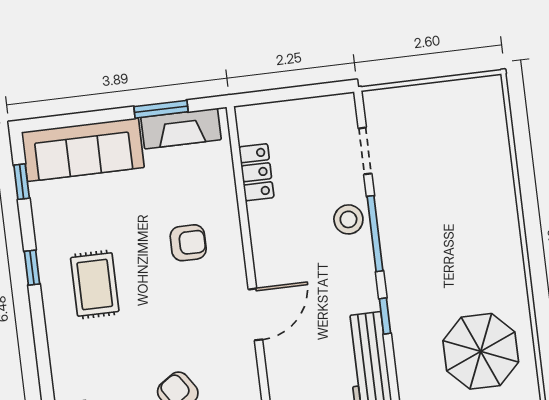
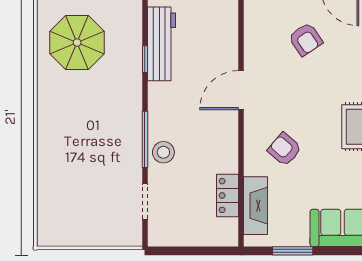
fireplace: (181, 129) -> (255, 206), moved, turned 90
armchair: (188, 243) -> (284, 149), turned 41
window: (385, 316) -> (145, 59), moved

